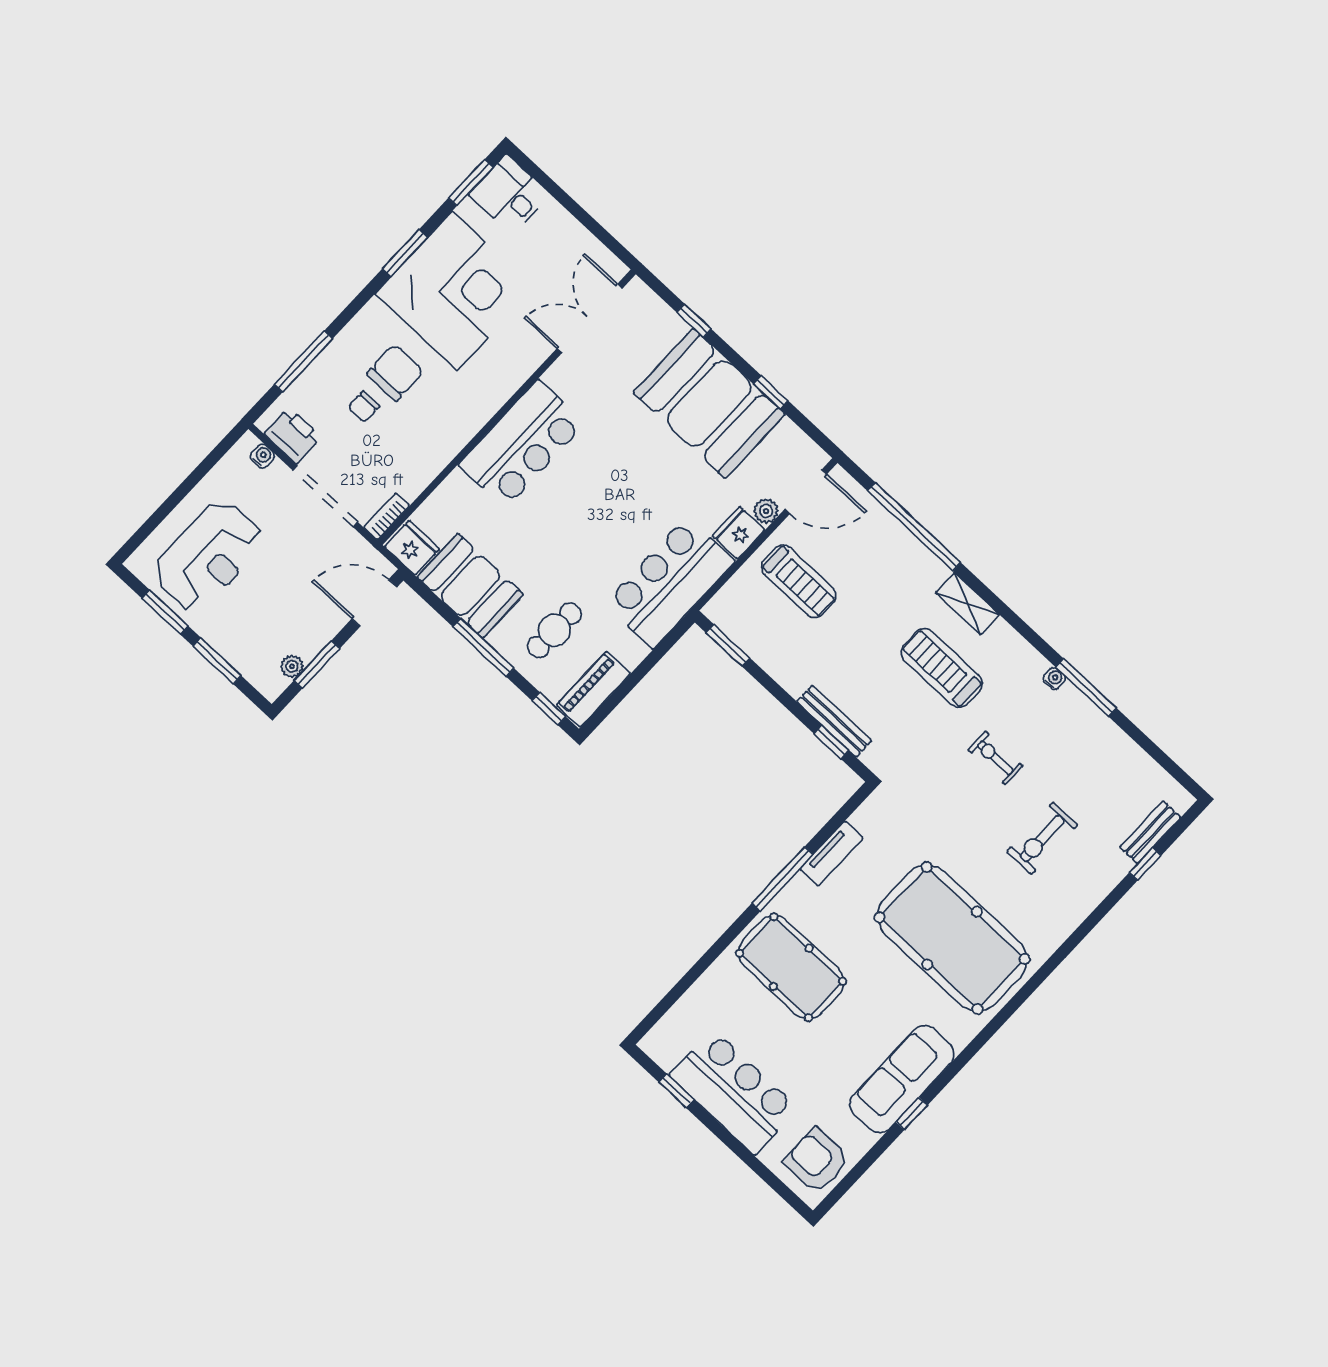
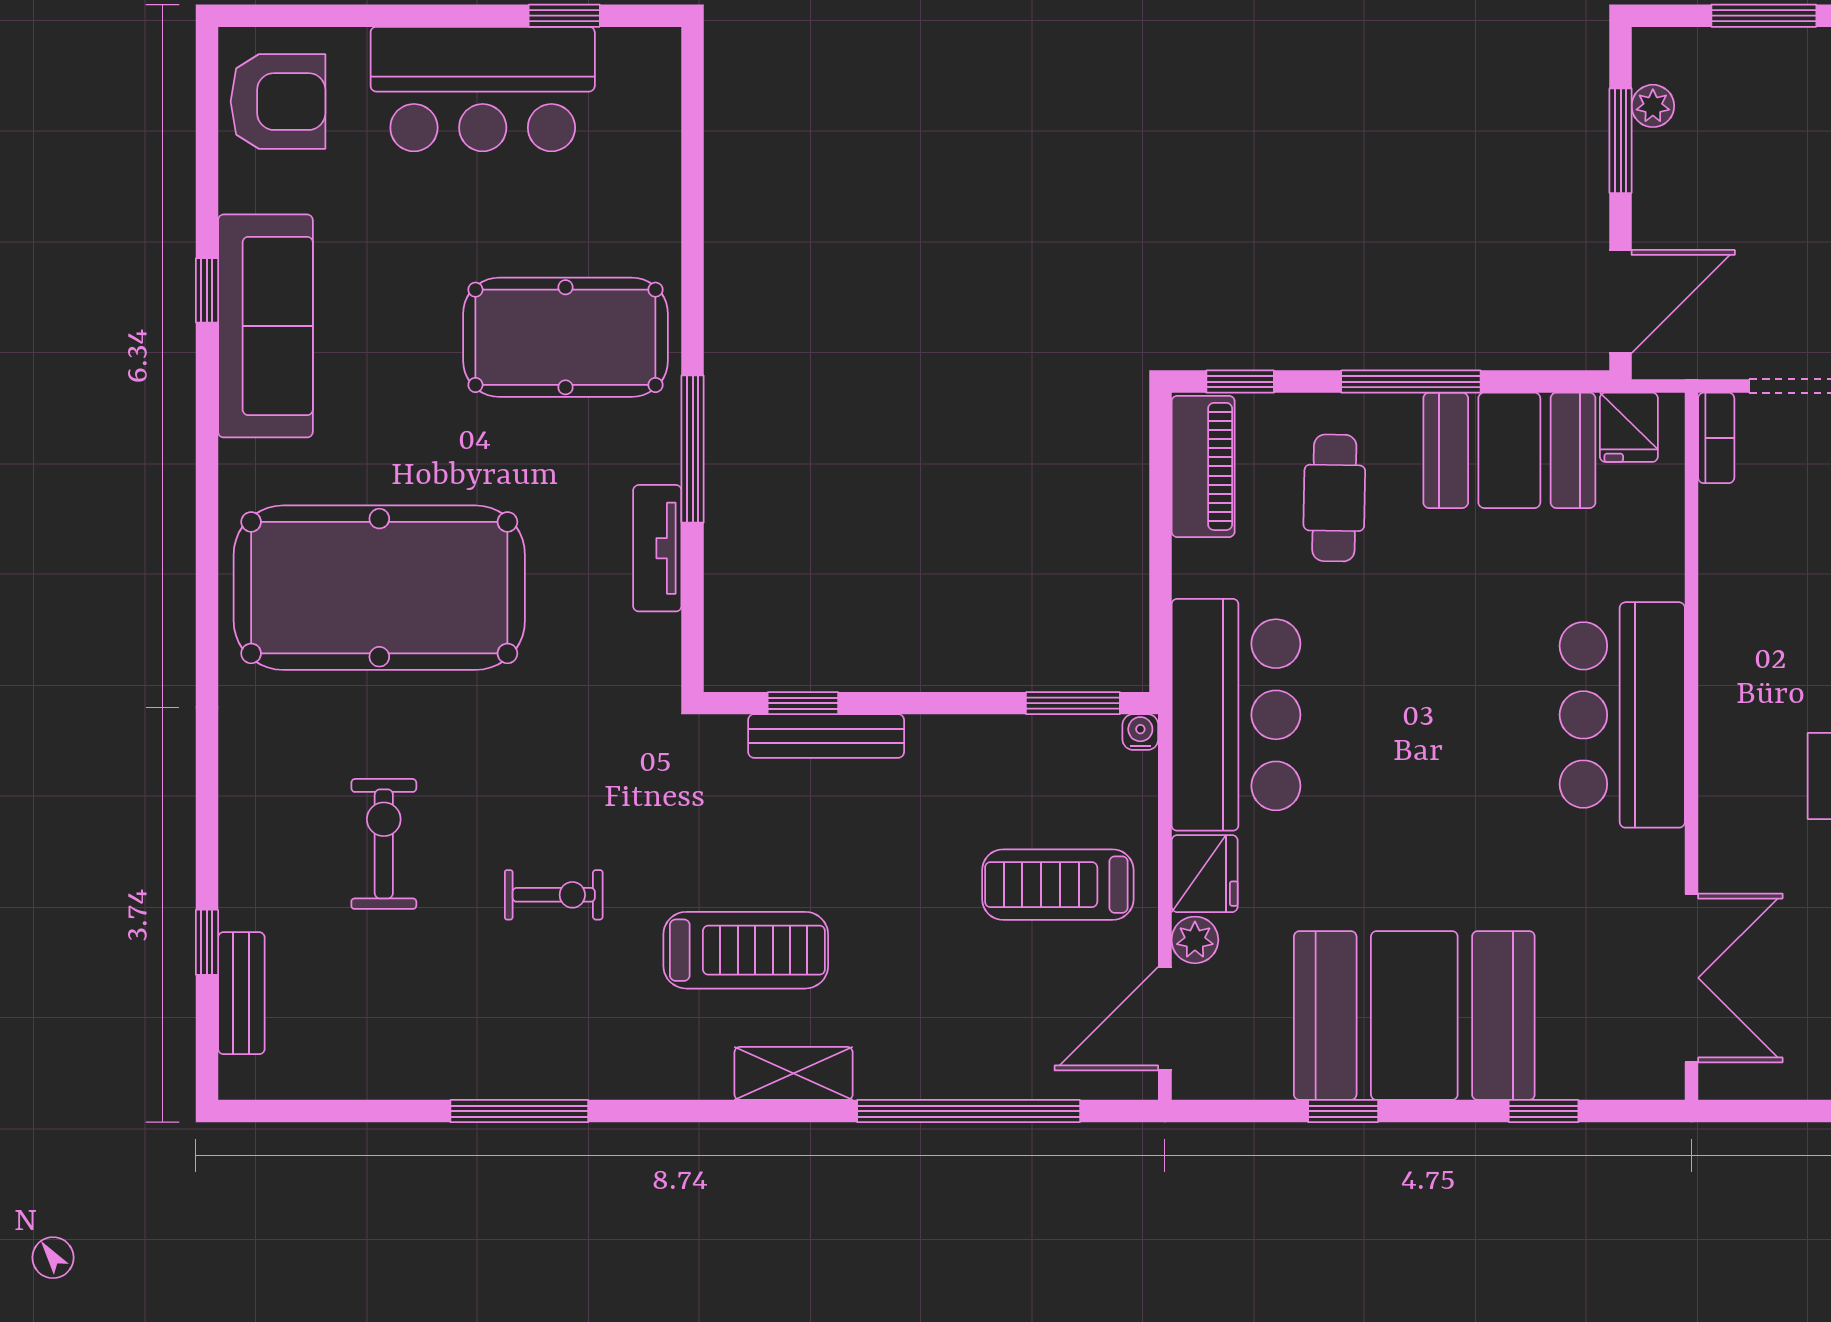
fridge: (412, 548) -> (1629, 427), width x0.72
water cooler: (1054, 678) -> (1140, 732), moved, turned 180

